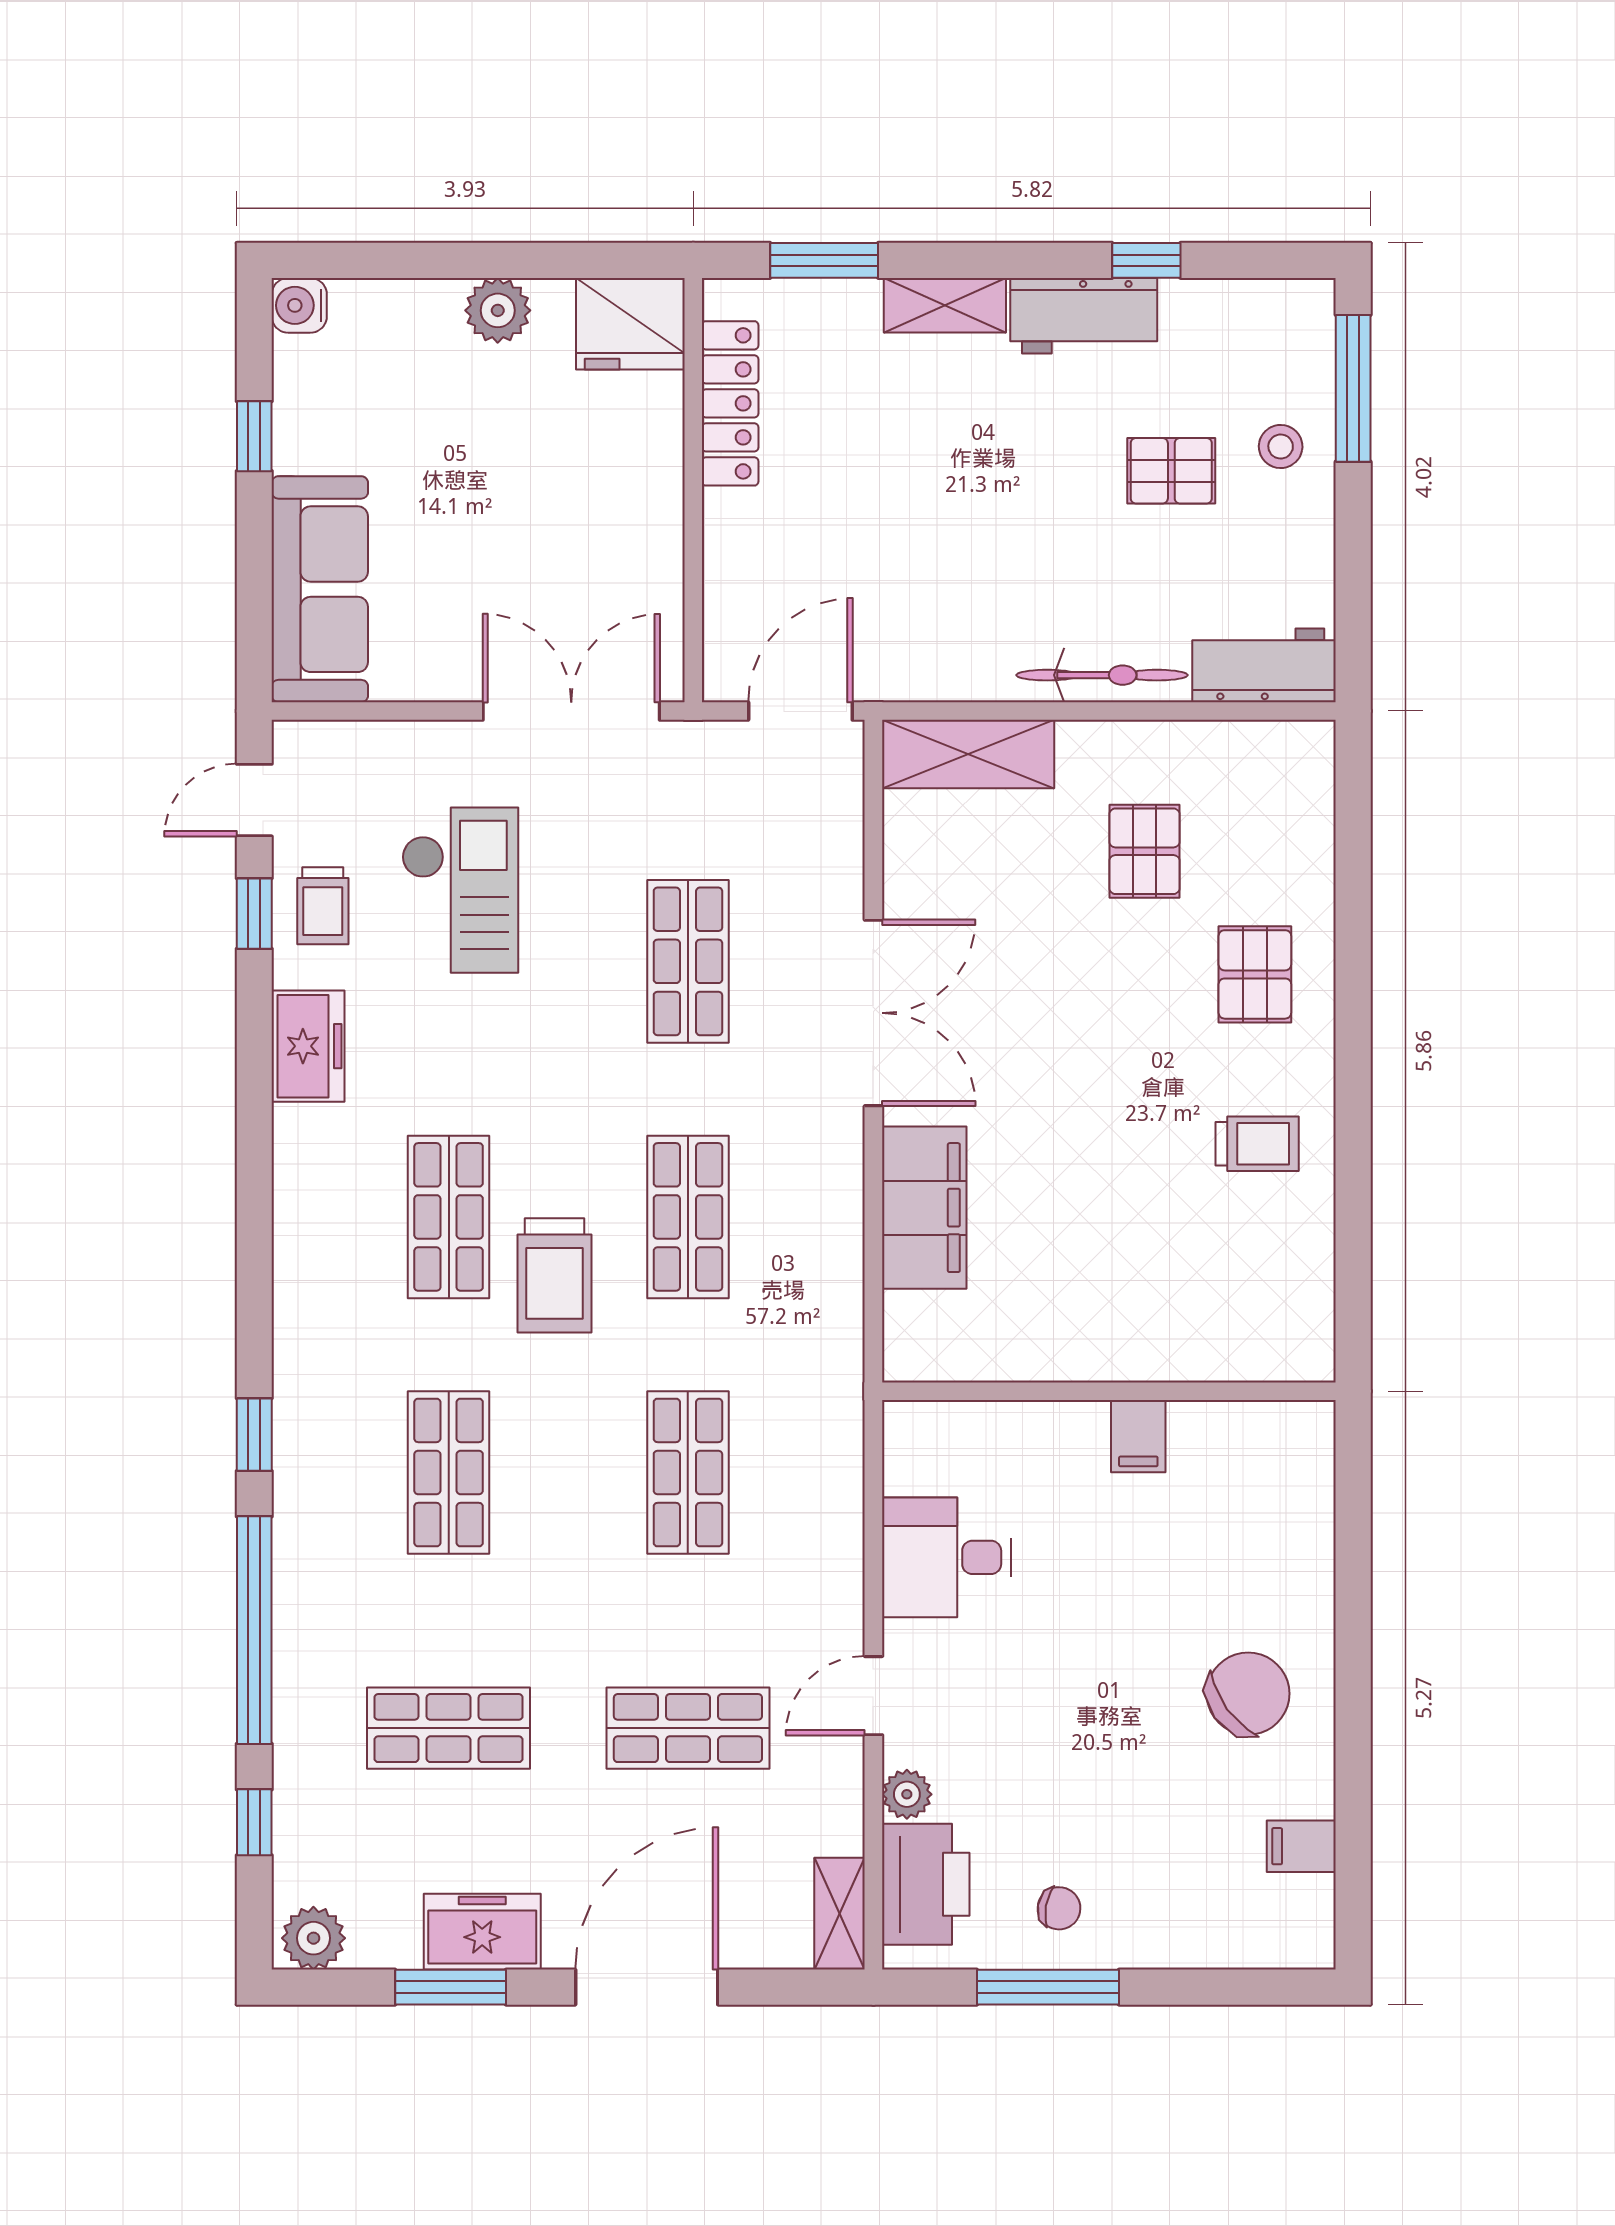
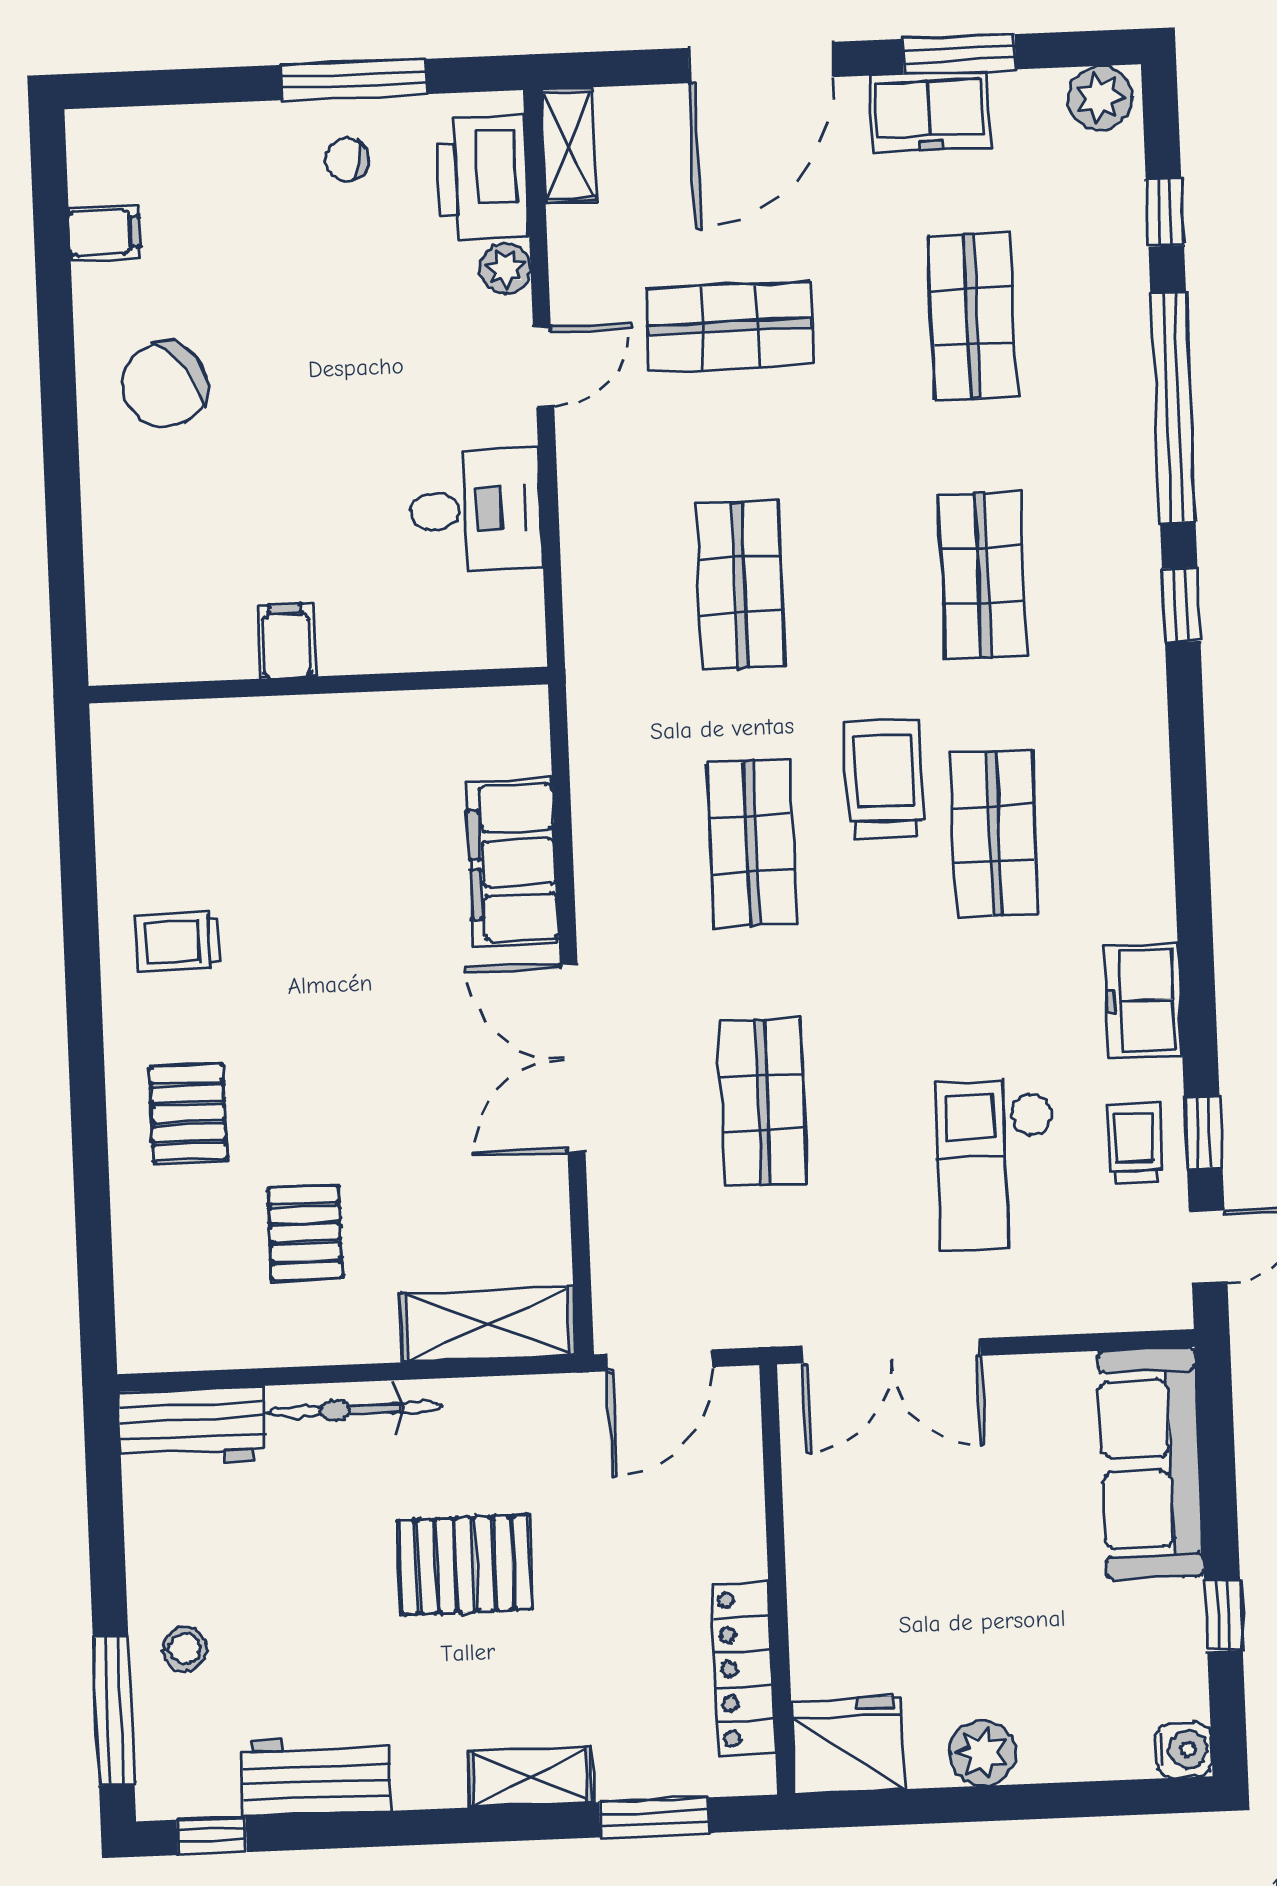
window: (1146, 260) -> (212, 1836), moved
workbench: (1084, 316) -> (316, 1776), moved
pallet: (1171, 471) -> (465, 1565), moved, width x1.50, depth x1.42
shop shelf: (449, 1728) -> (972, 316), turned 90

